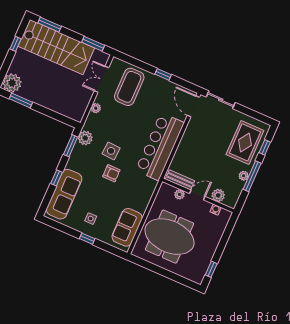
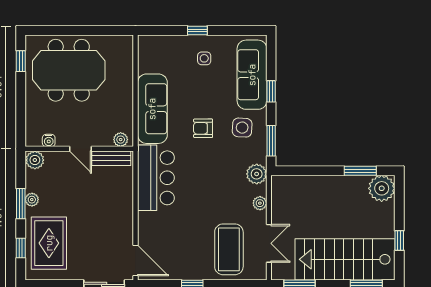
plant: (85, 138) -> (257, 174), moved
bar counter: (160, 147) -> (156, 178), width x0.73
side table: (111, 151) -> (242, 128), moved
window: (252, 176) -> (21, 204), width x0.69
plant: (180, 194) -> (121, 140), moved
door: (197, 195) -> (81, 149), hinge flipped
plant: (218, 195) -> (35, 160), moved
sofa: (127, 227) -> (152, 109), moved, width x1.36
meeting table: (170, 237) -> (69, 70), moved

